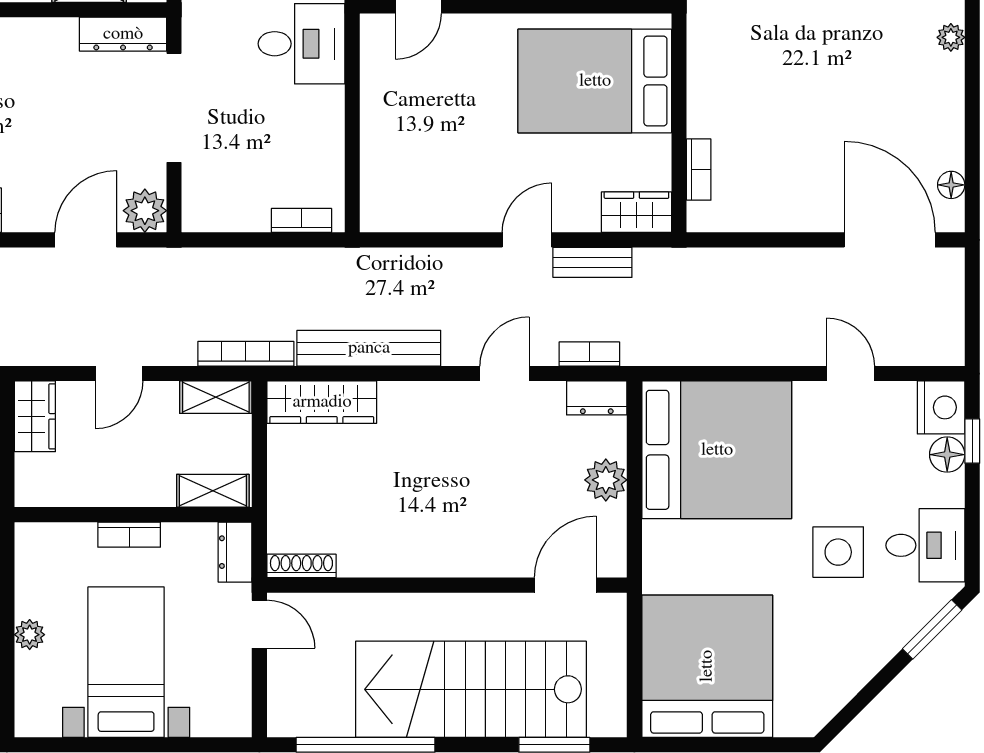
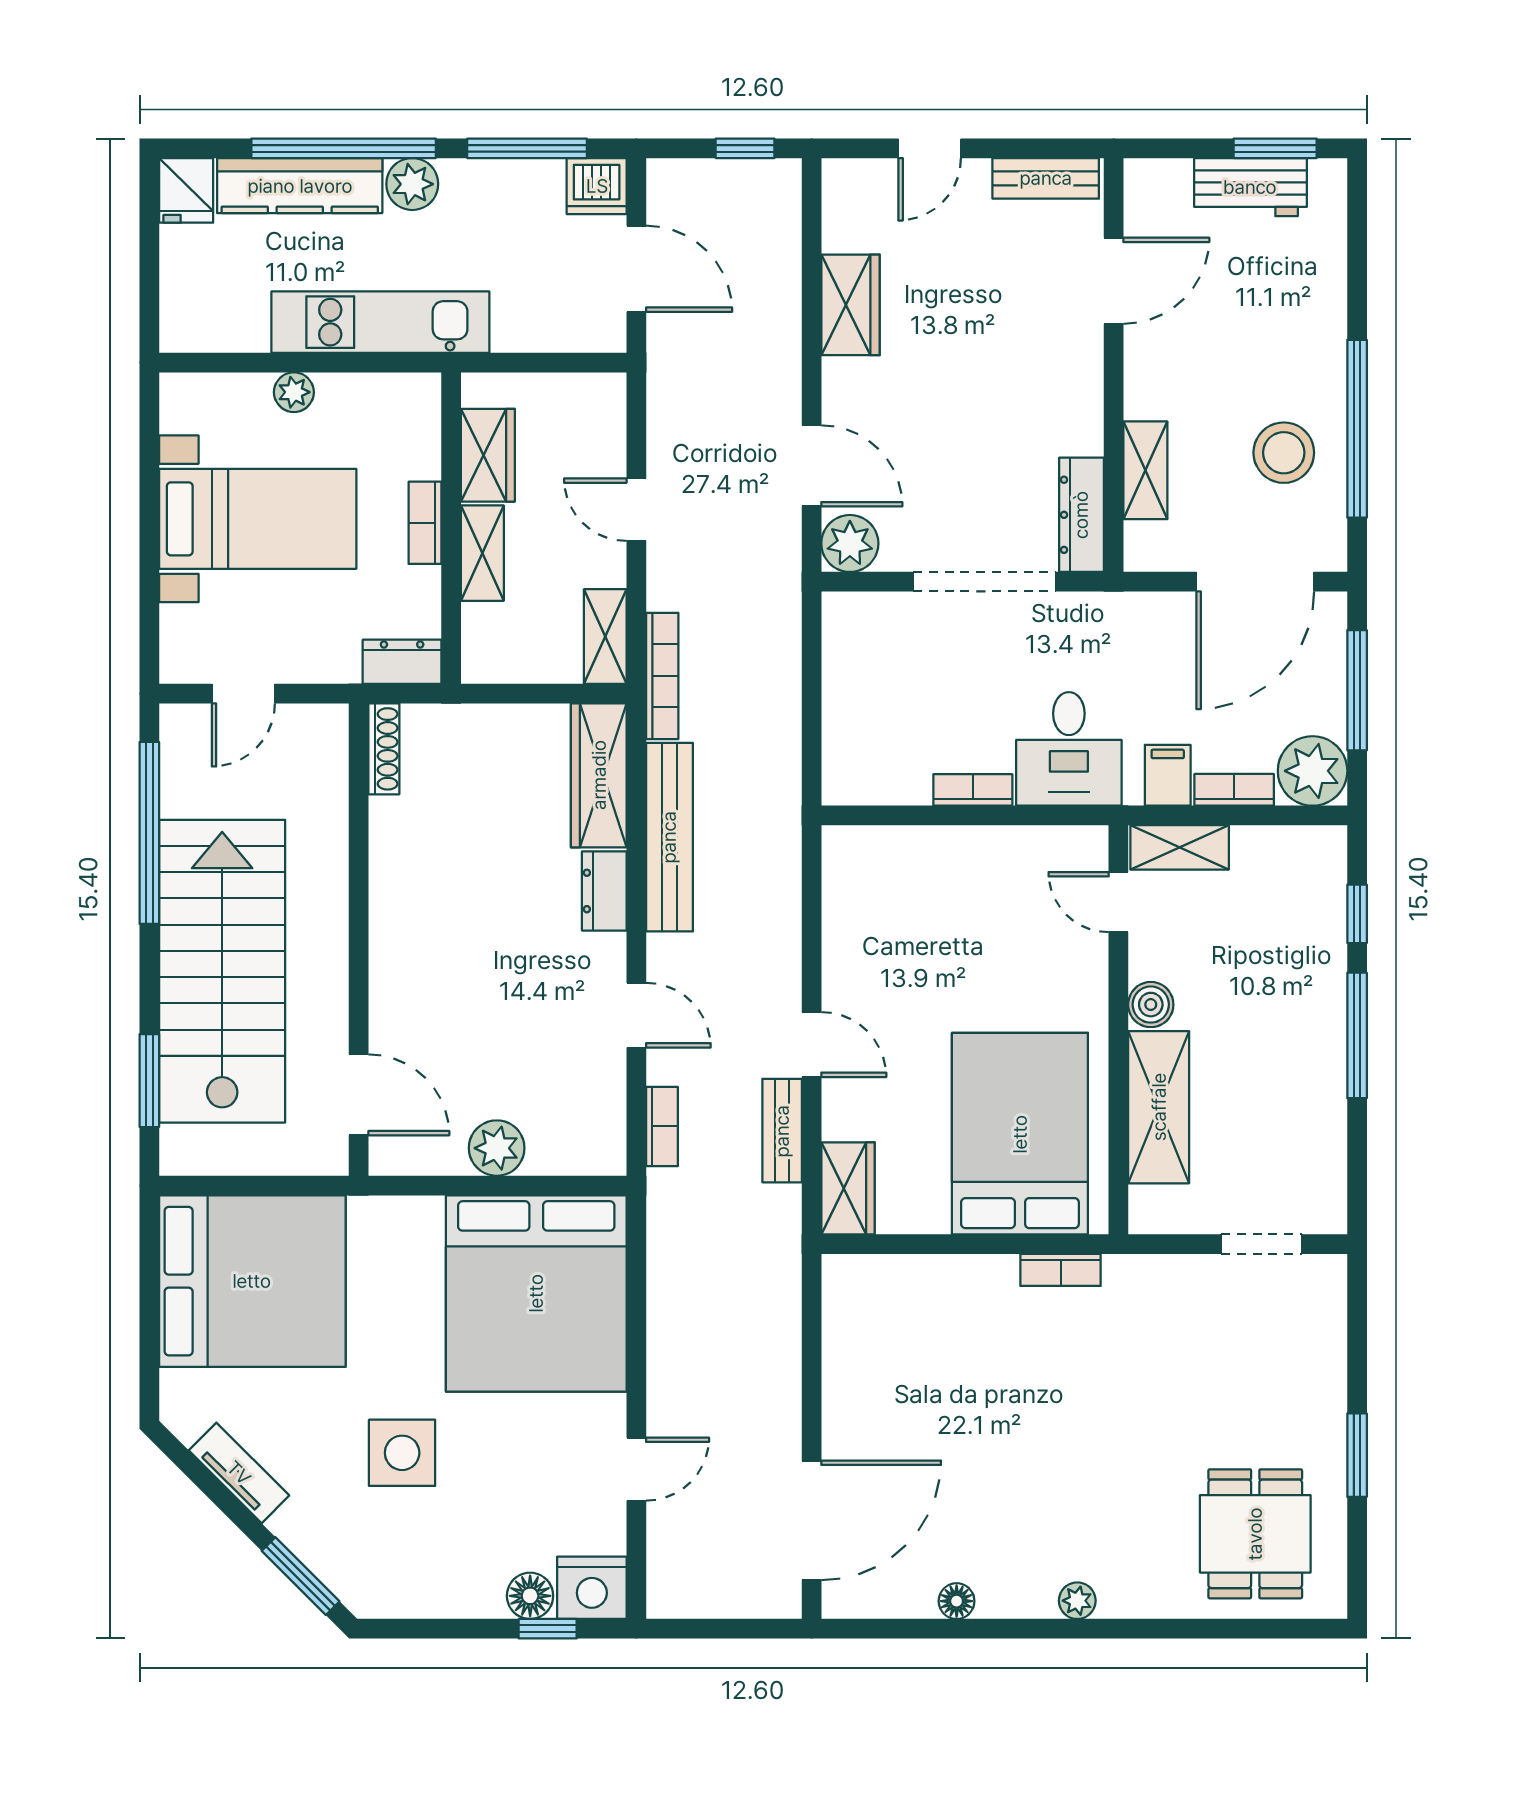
bookcase: (699, 170) -> (1061, 1270), moved
floor lamp: (951, 185) -> (957, 1601), moved
bookcase: (301, 220) -> (973, 790), moved, turned -90
dresser: (597, 398) -> (604, 891), moved
wardrobe: (35, 416) -> (488, 455), moved, turned -90
shelving: (213, 491) -> (482, 553), moved
desk: (925, 545) -> (411, 1567), removed
door: (259, 624) -> (243, 694), moved
tv unit: (853, 676) -> (239, 1473), added

